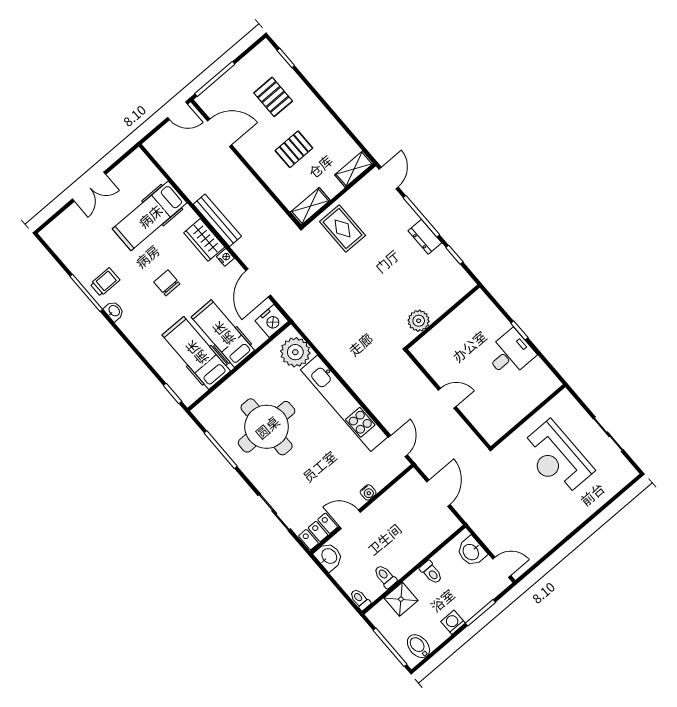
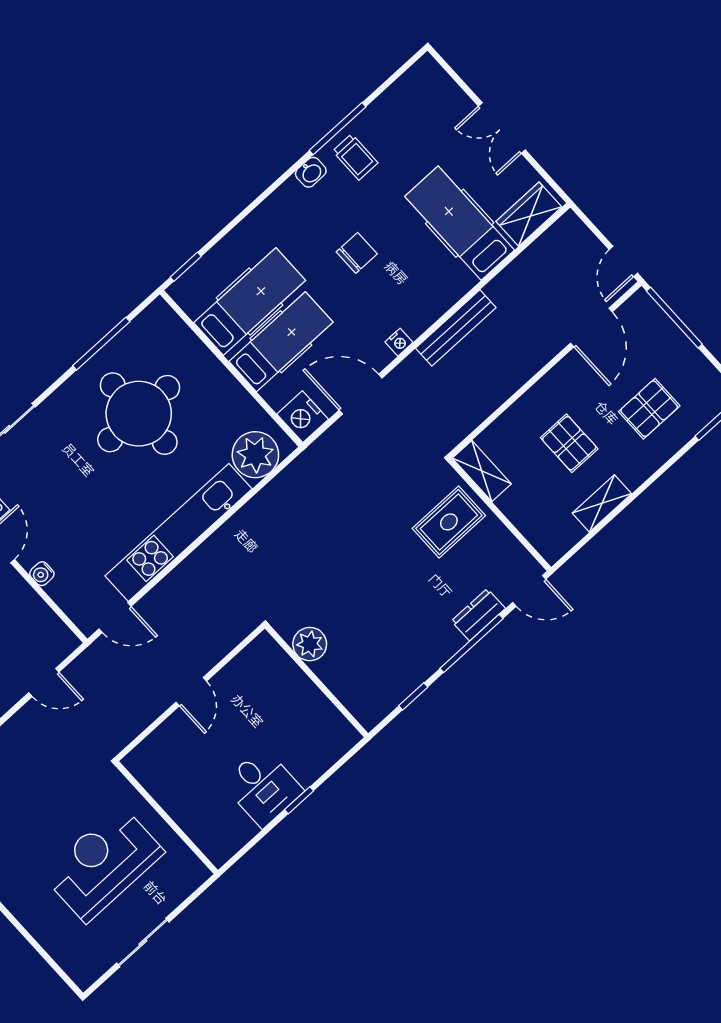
shelving: (354, 169) -> (602, 503), moved, turned 90
dresser: (425, 237) -> (478, 615), moved
wardrobe: (204, 240) -> (529, 214), moved
door: (438, 493) -> (44, 682), width x0.73

